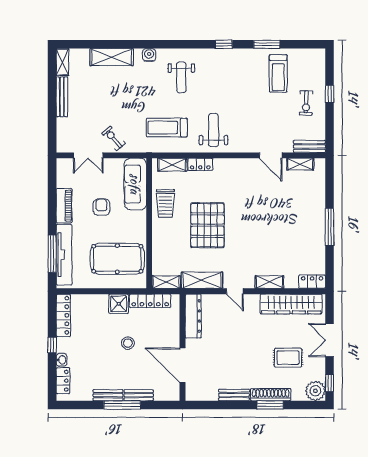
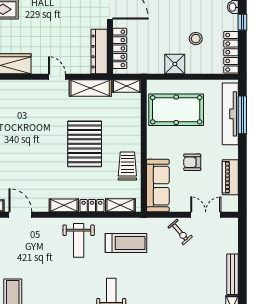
piano: (64, 206) -> (230, 177), moved
armchair: (102, 207) -> (192, 162), turned 90
shelving: (269, 282) -> (64, 205), moved
locker: (150, 301) -> (120, 48), moved, turned 90
stool: (128, 343) -> (196, 39), moved

